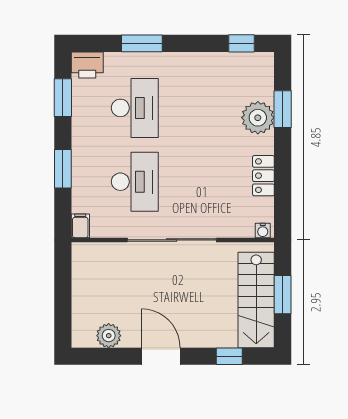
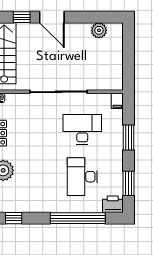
window: (142, 43) -> (78, 218), width x2.11
desk: (135, 182) -> (82, 129), turned 90
door: (161, 356) -> (52, 17), moved

